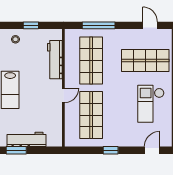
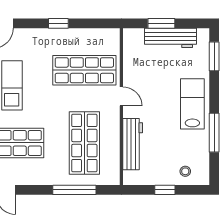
door: (63, 95) -> (121, 96), swing flipped
shop shelf: (91, 115) -> (84, 70), turned 90
window: (16, 150) -> (161, 23), moved

